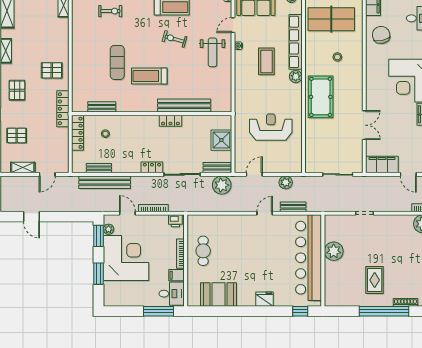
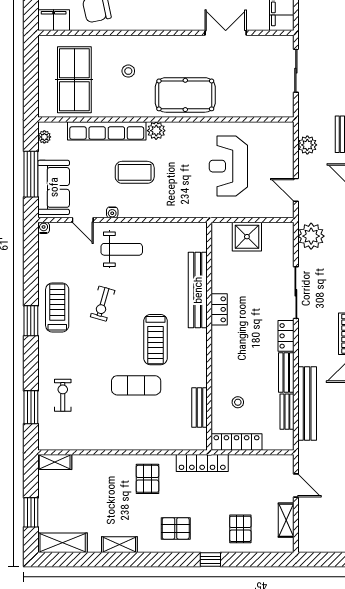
bench: (217, 168) -> (286, 373), moved

